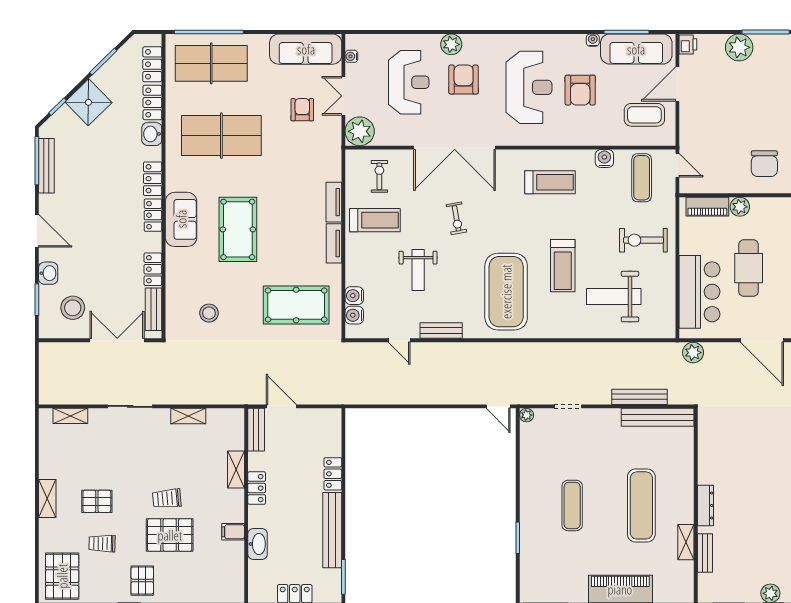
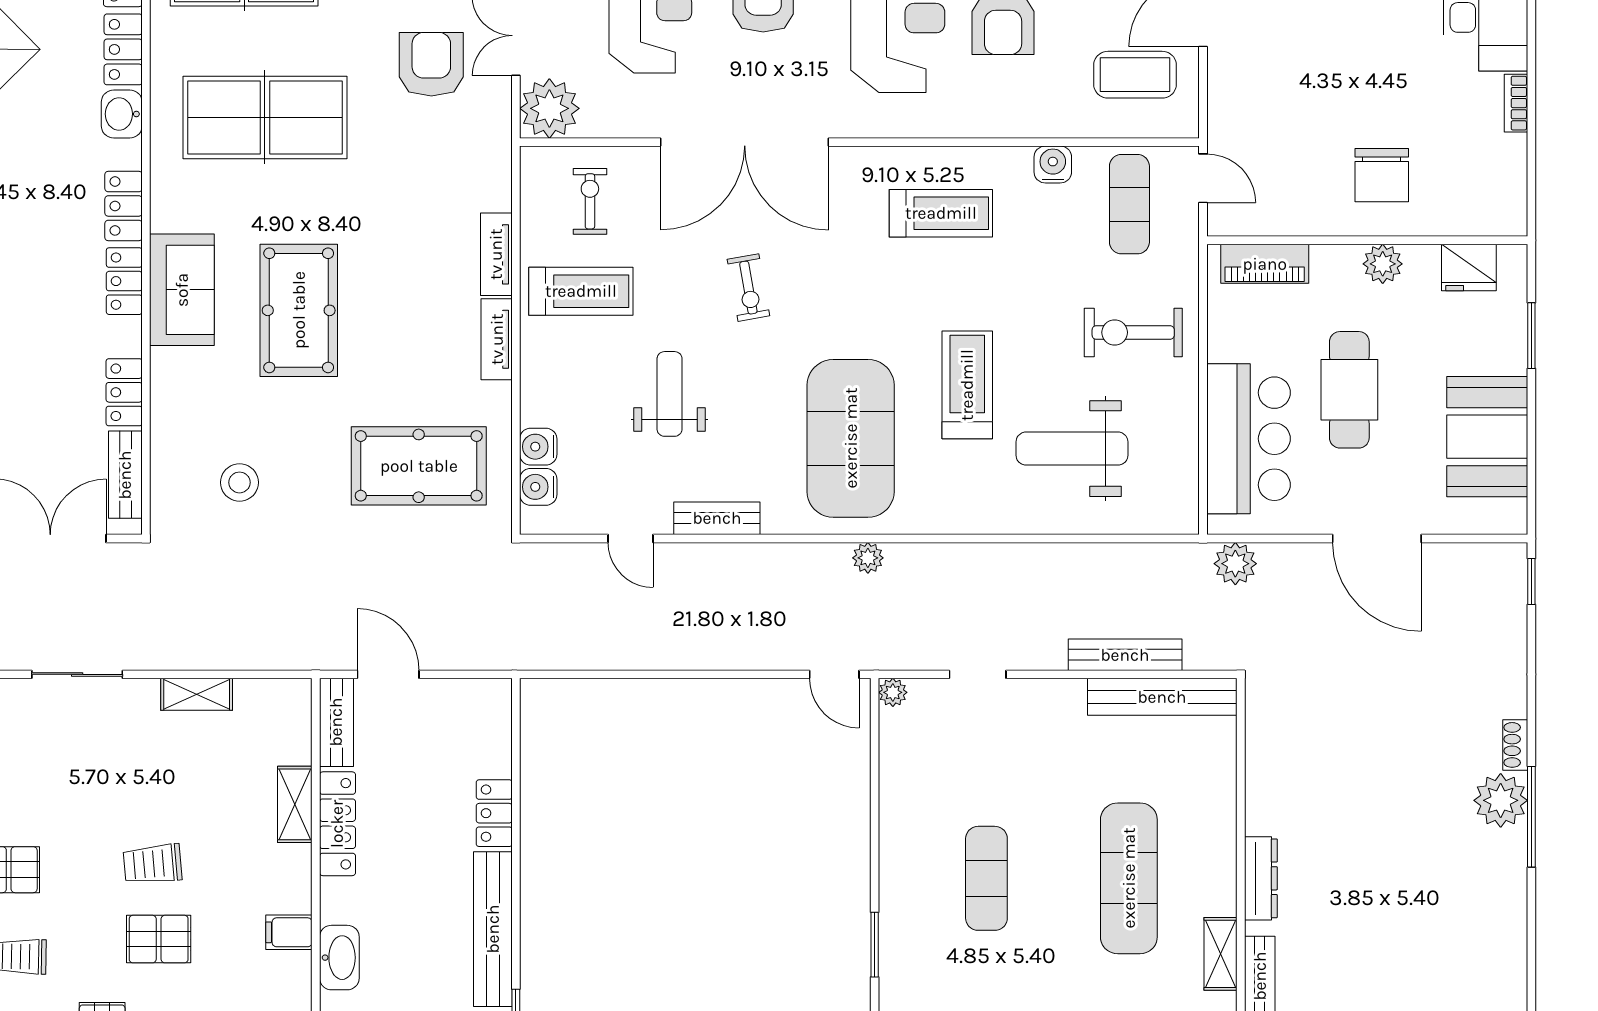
armchair: (302, 110) -> (431, 64), width x1.38, depth x1.38
plant: (740, 207) -> (1383, 264), moved
treadmill: (563, 266) -> (967, 385), turned 180
weight bench: (418, 270) -> (670, 394), turned 180
plant: (515, 350) -> (868, 558), added
locker: (257, 488) -> (337, 824), width x1.53
pallet: (170, 535) -> (159, 939), width x0.67, depth x0.71

